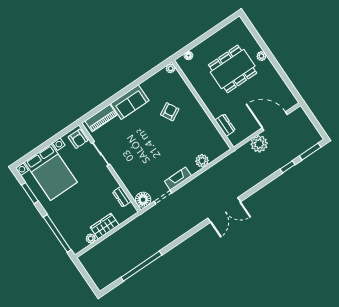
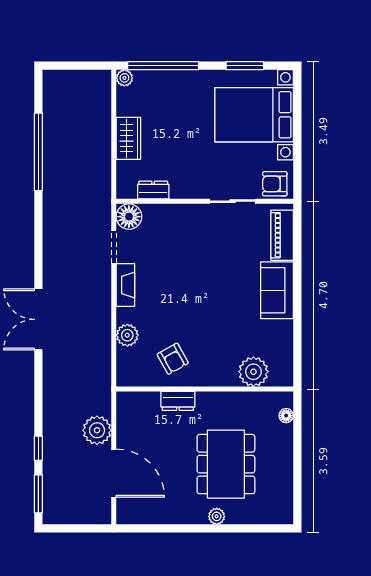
plant: (171, 68) -> (253, 372), moved, width x1.87, depth x1.87
armchair: (170, 112) -> (173, 359), moved
door: (275, 121) -> (114, 473), hinge flipped
dresser: (225, 125) -> (178, 401), moved
plant: (91, 238) -> (124, 78), moved

